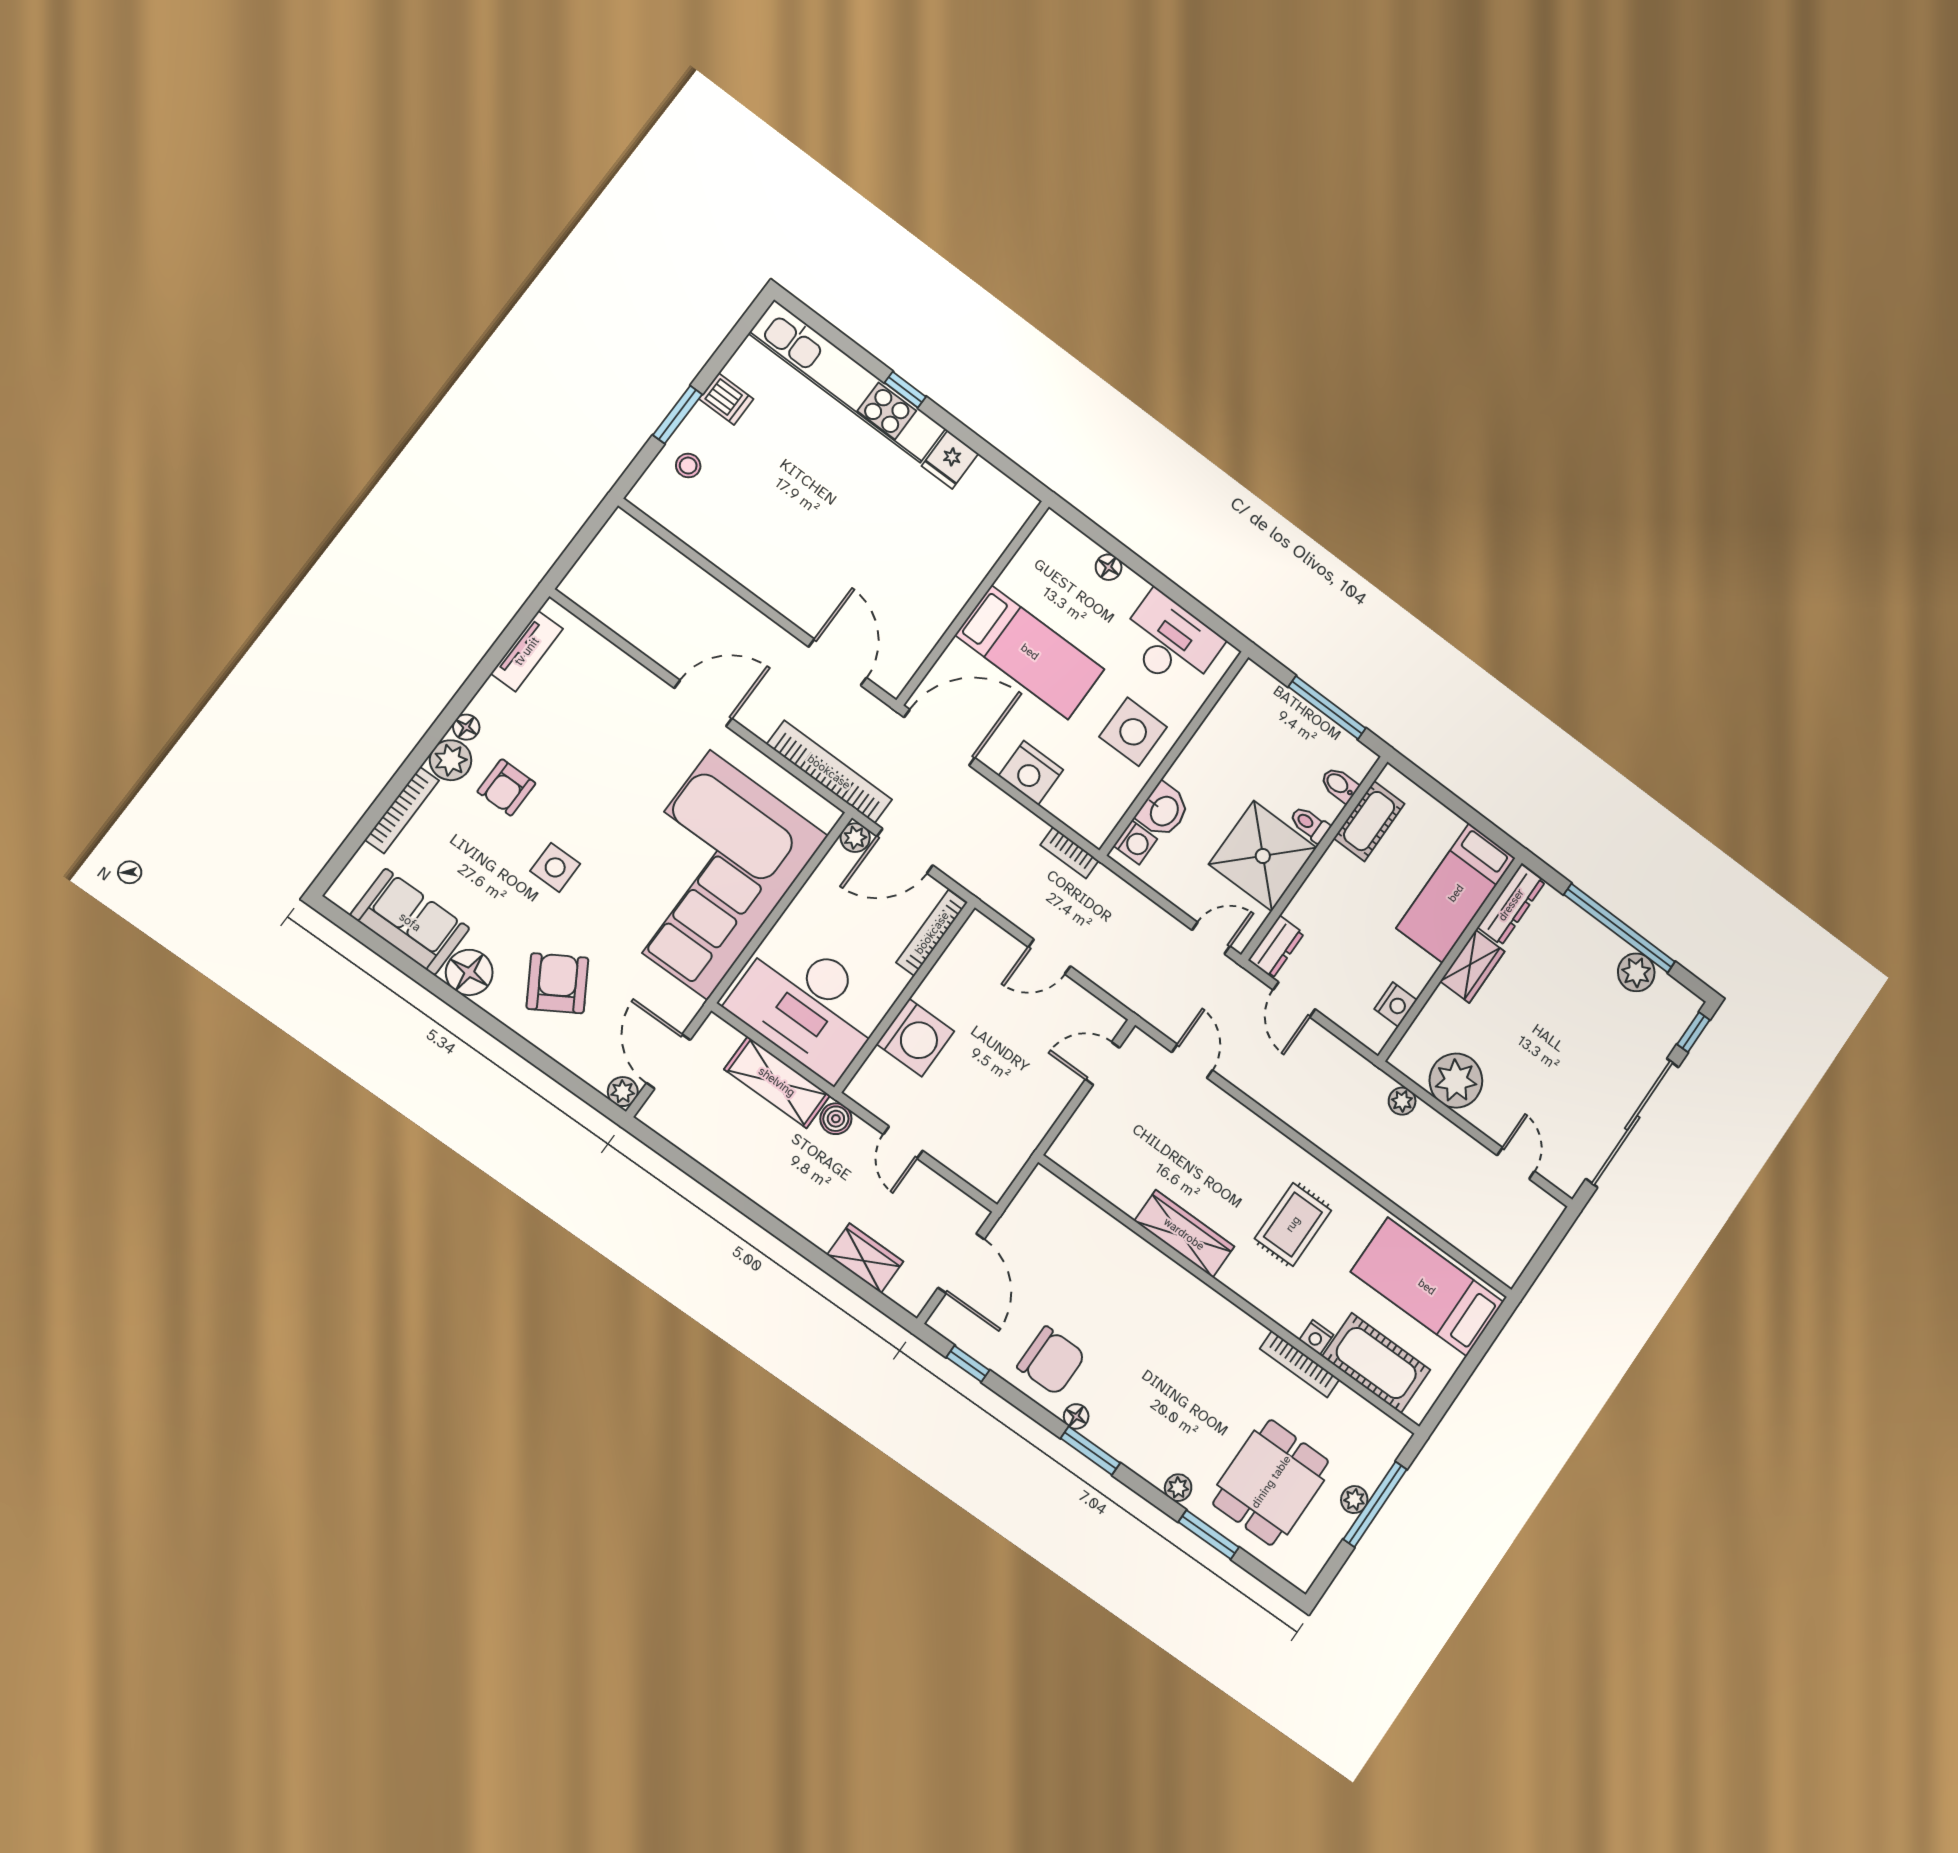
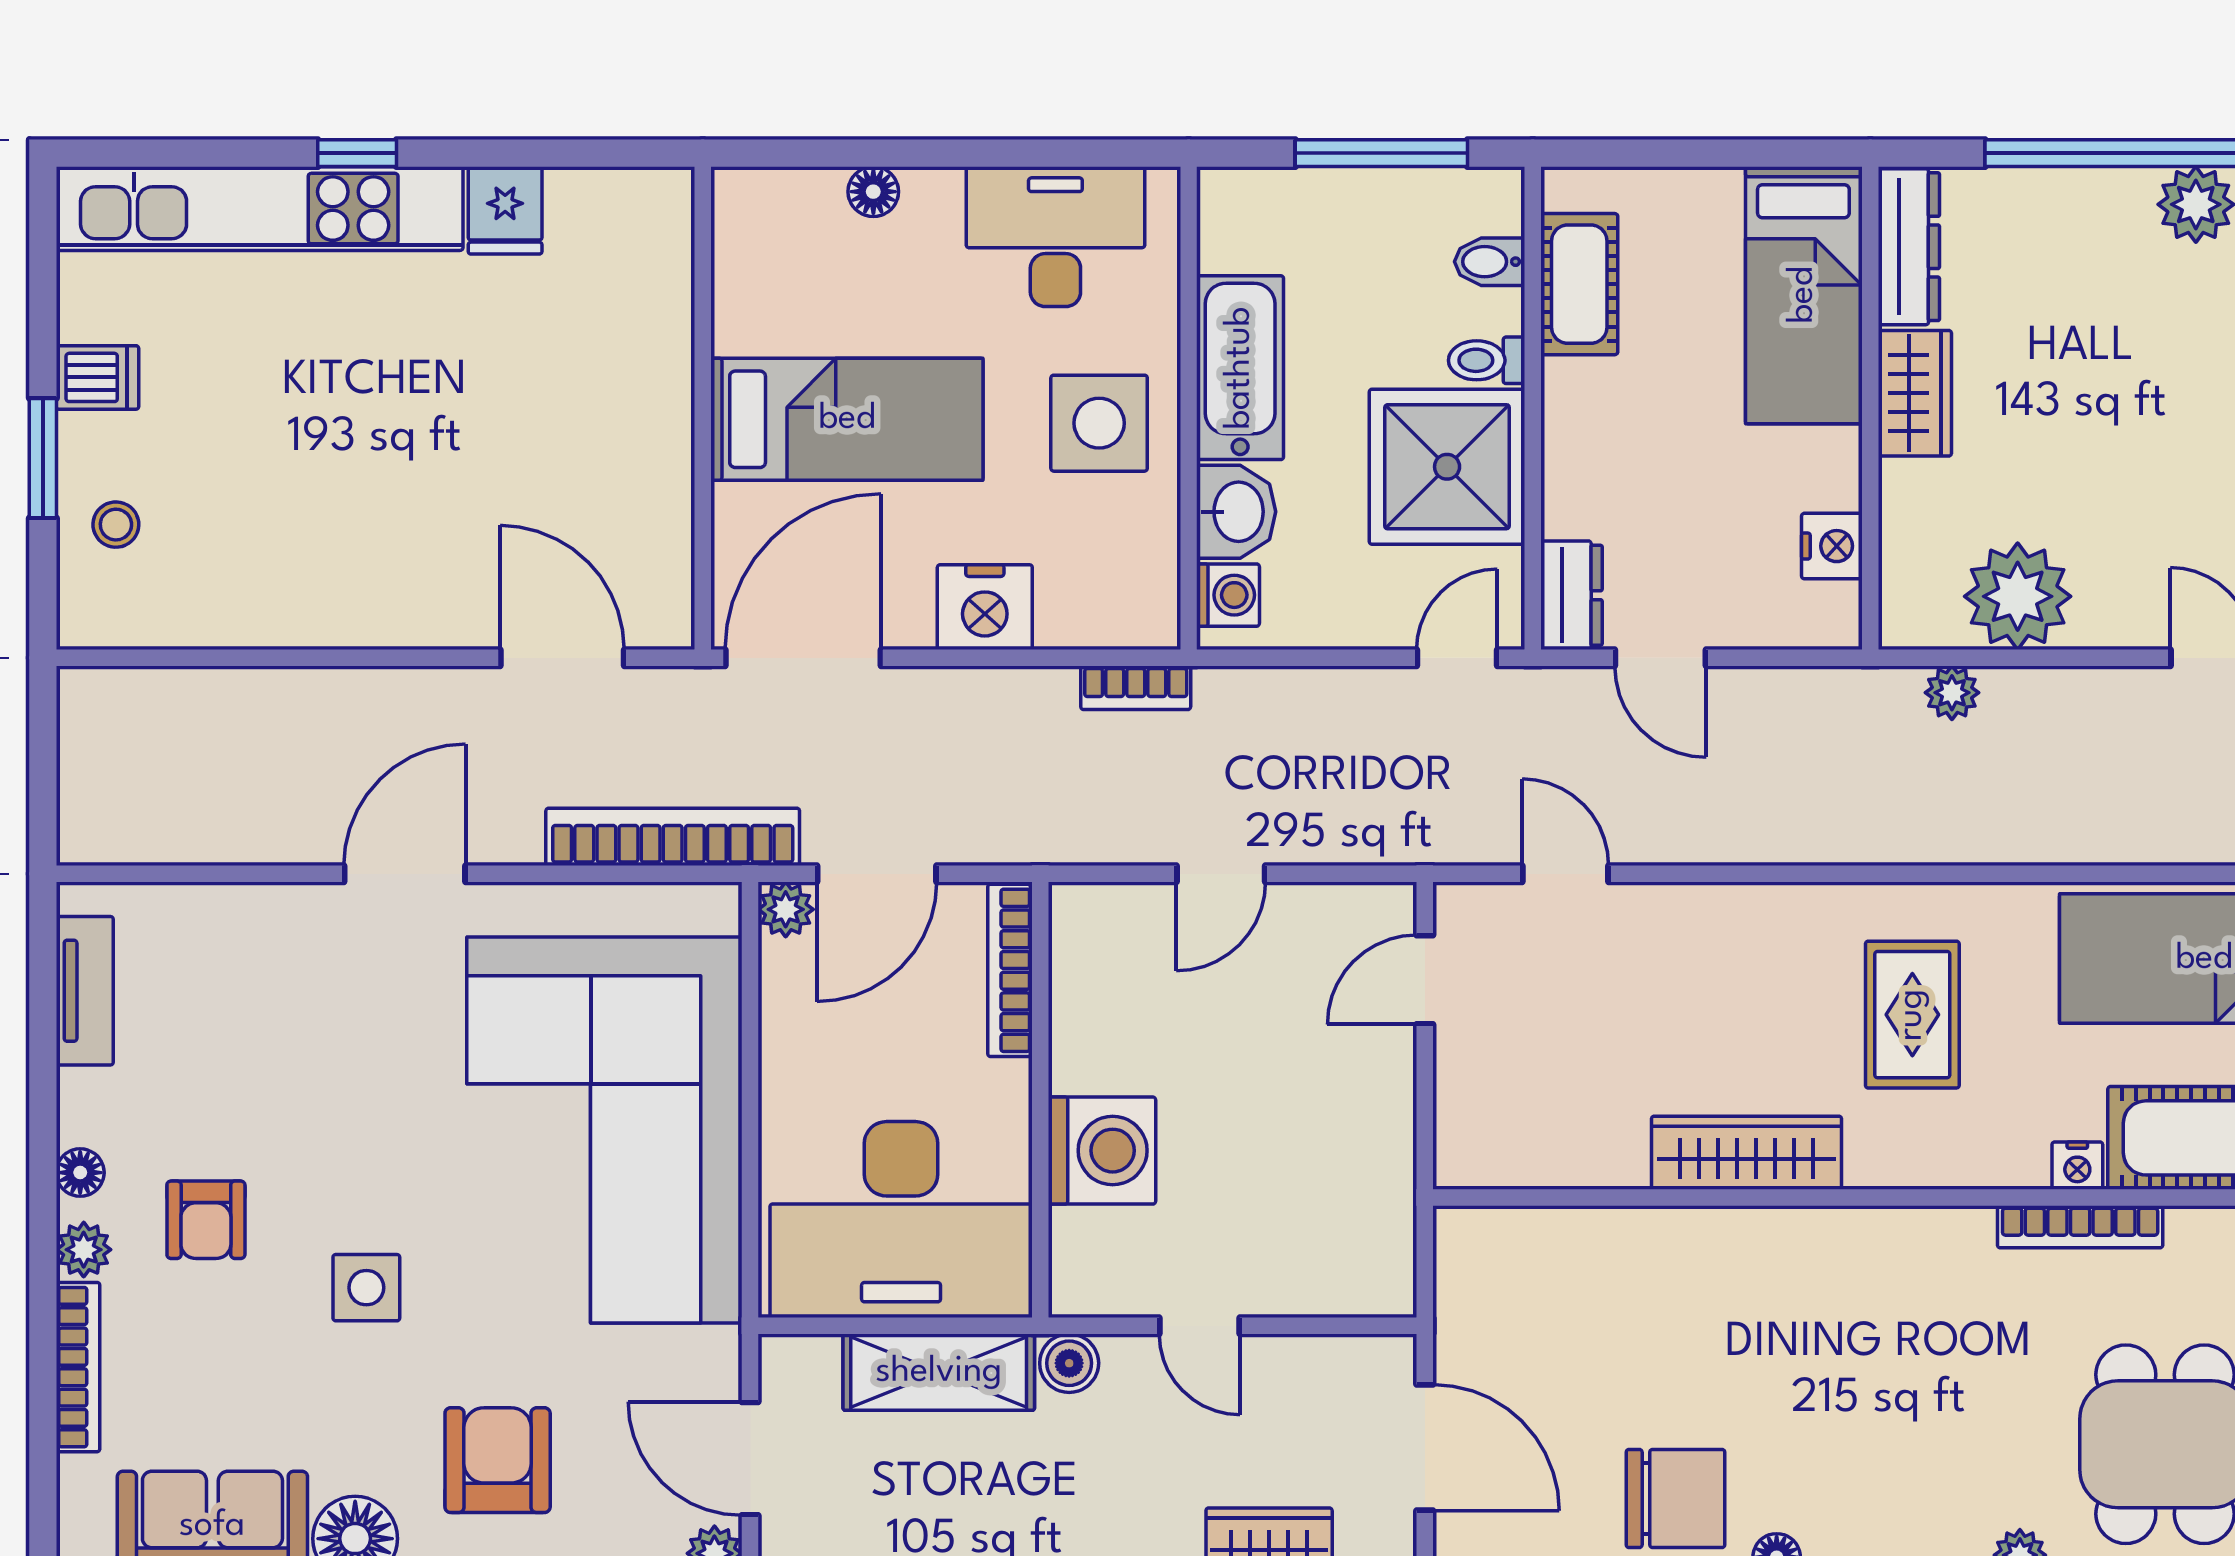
bathtub: (1207, 752) -> (1240, 368), added
plant: (451, 760) -> (84, 1250), width x0.73, depth x0.73
armchair: (557, 983) -> (498, 1460), turned 31

